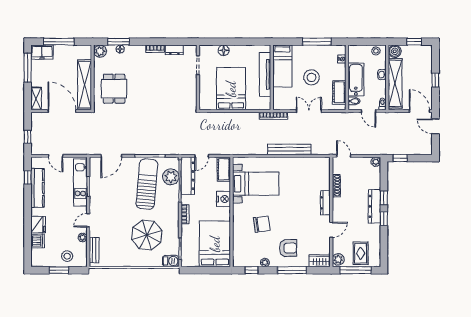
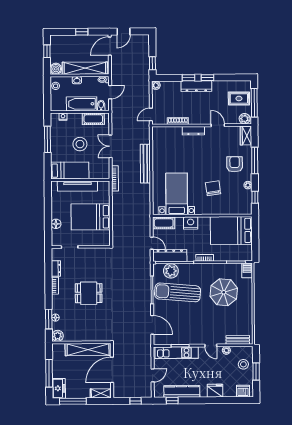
dining table: (114, 89) -> (89, 293), moved
dishwasher: (38, 241) -> (243, 391), moved

